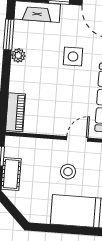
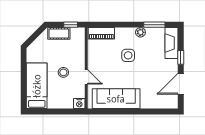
side table: (73, 57) -> (128, 55), moved

